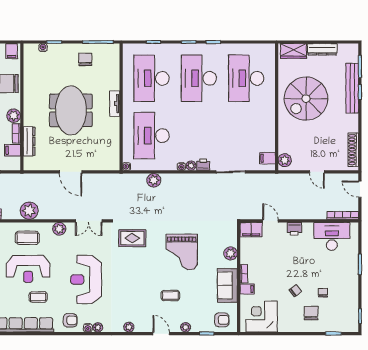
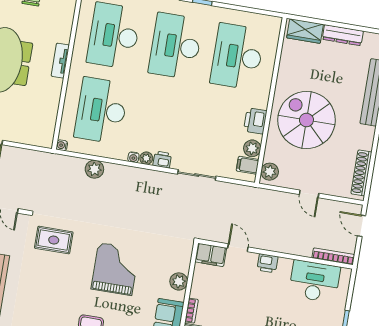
spiral stairs: (306, 99) -> (306, 120), moved, turned 90
printer: (268, 124) -> (255, 121), added
plant: (269, 145) -> (252, 148), added
grand piano: (182, 252) -> (115, 269), turned 180

